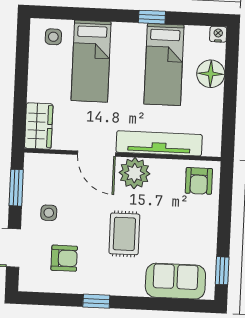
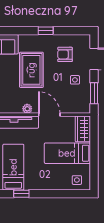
bed: (91, 61) -> (67, 153), moved, turned -90
plant: (135, 173) -> (27, 109), width x0.53, depth x0.53
rug: (124, 234) -> (31, 70), width x1.36, depth x1.43

